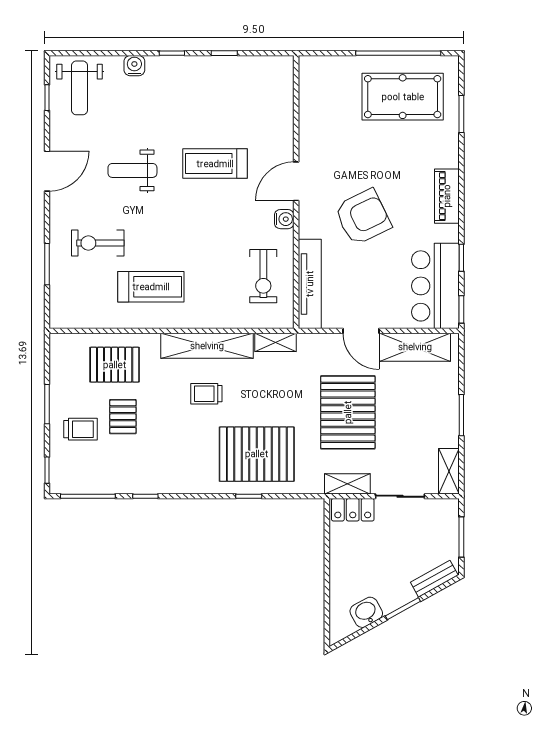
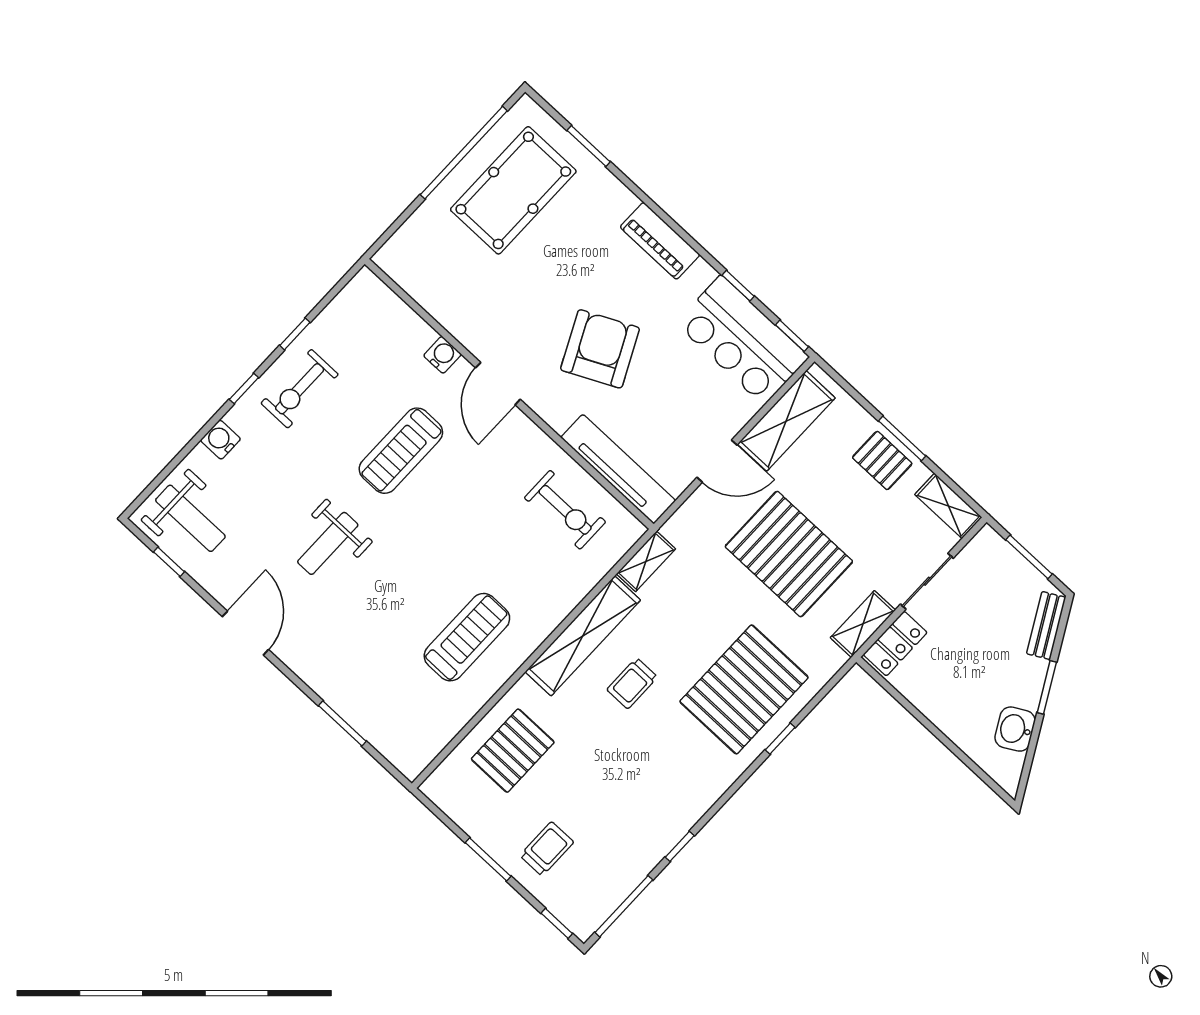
water cooler: (284, 219) -> (442, 355), moved
exercise bike: (98, 243) -> (300, 389), moved
pallet: (123, 417) -> (882, 460), moved

